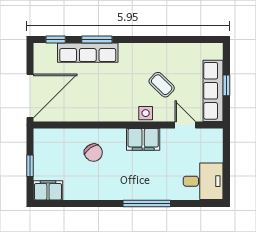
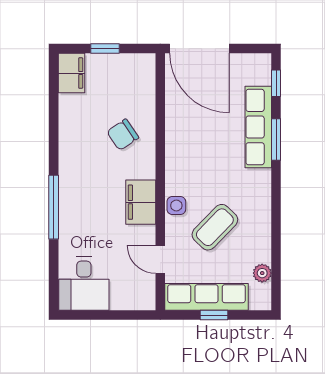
plant: (195, 50) -> (262, 273), added
coffee table: (162, 85) -> (215, 227), width x1.36, depth x1.30
door: (185, 125) -> (160, 259), swing flipped

